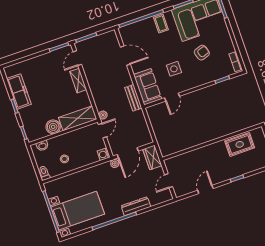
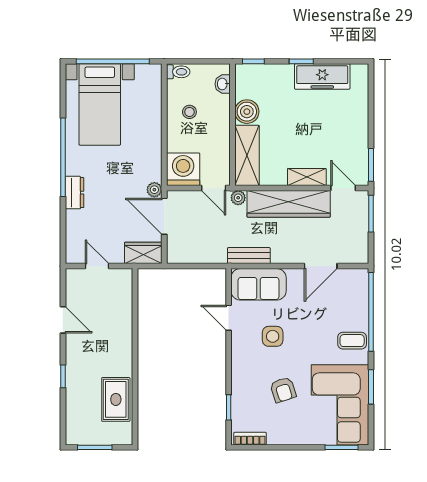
wardrobe: (97, 86) -> (289, 204), added
washing machine: (104, 154) -> (183, 169), width x1.89, depth x1.89
dresser: (136, 206) -> (74, 193), width x0.70

